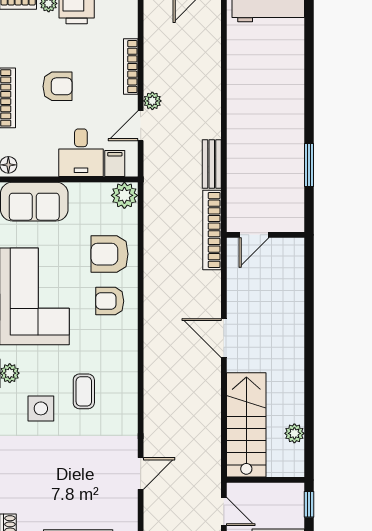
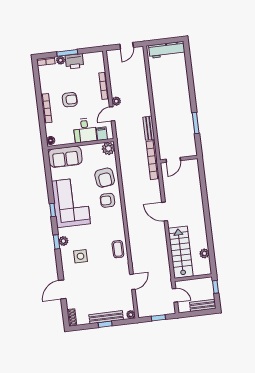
armchair: (110, 254) -> (105, 178), turned -97
coffee table: (84, 391) -> (118, 249), moved

